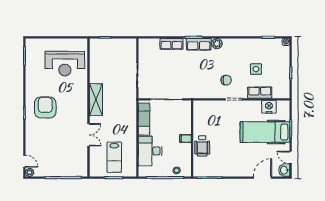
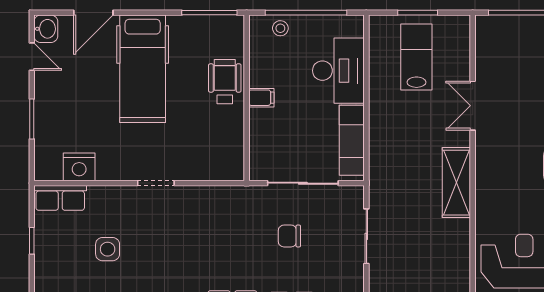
chair: (226, 80) -> (289, 236), moved
row of seats: (260, 93) -> (60, 198), moved
hospital bed: (265, 132) -> (143, 69), moved, turned 90

